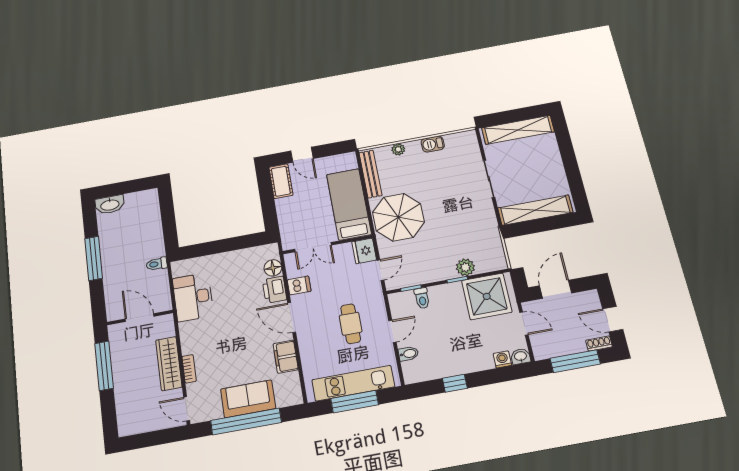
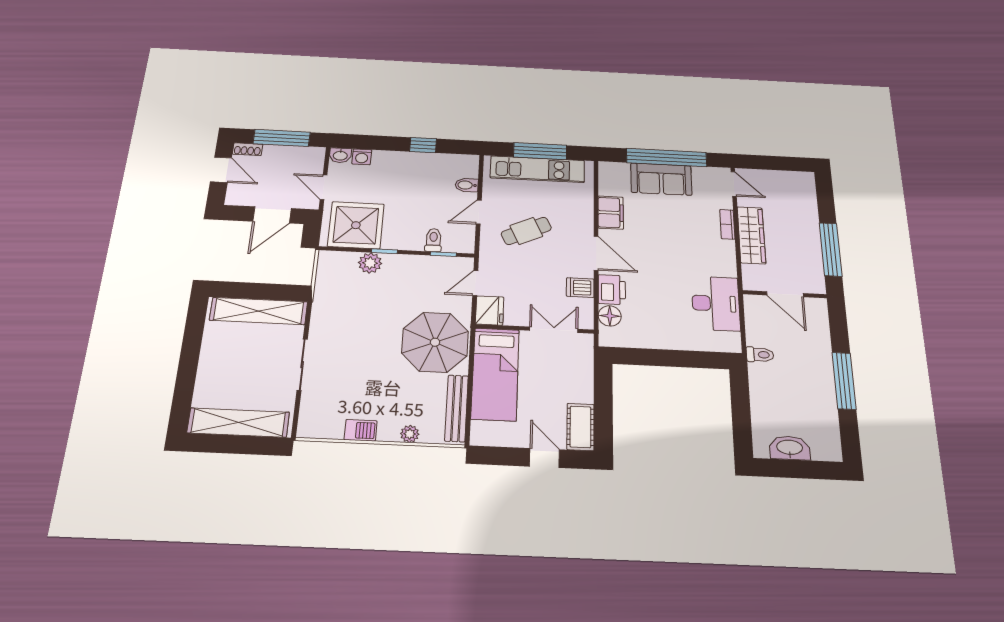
washbasin: (110, 205) -> (790, 448), moved
cafe table: (351, 324) -> (526, 231), turned 65

